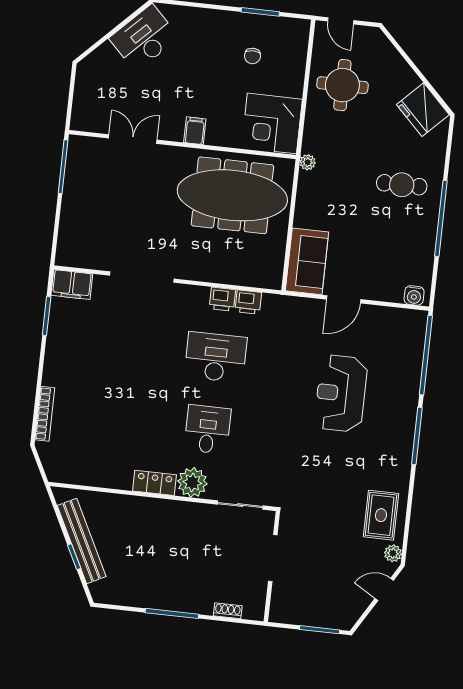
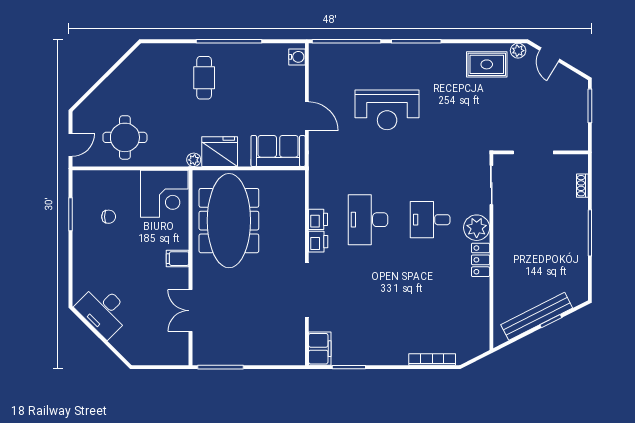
fridge: (423, 110) -> (220, 152), moved, turned -135
printer: (248, 302) -> (318, 242), moved

